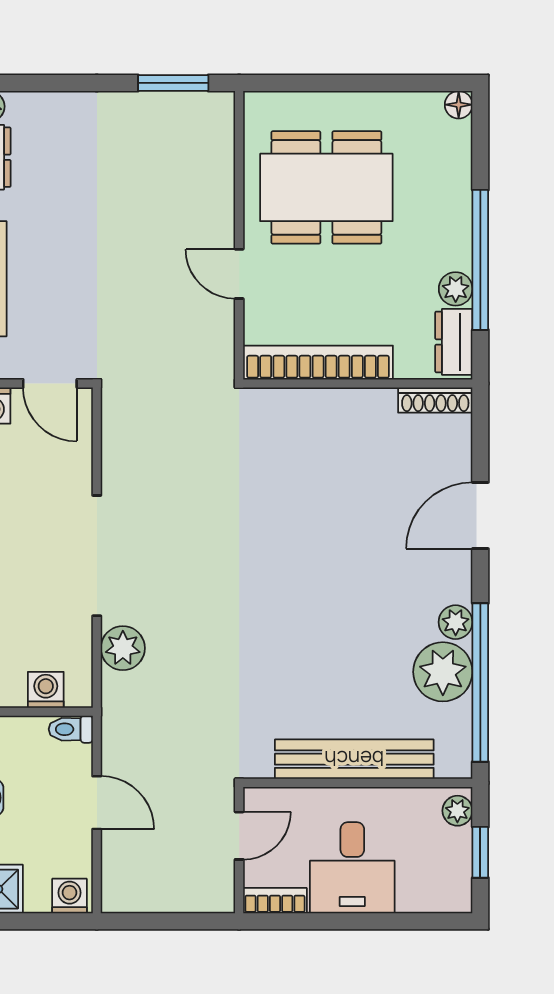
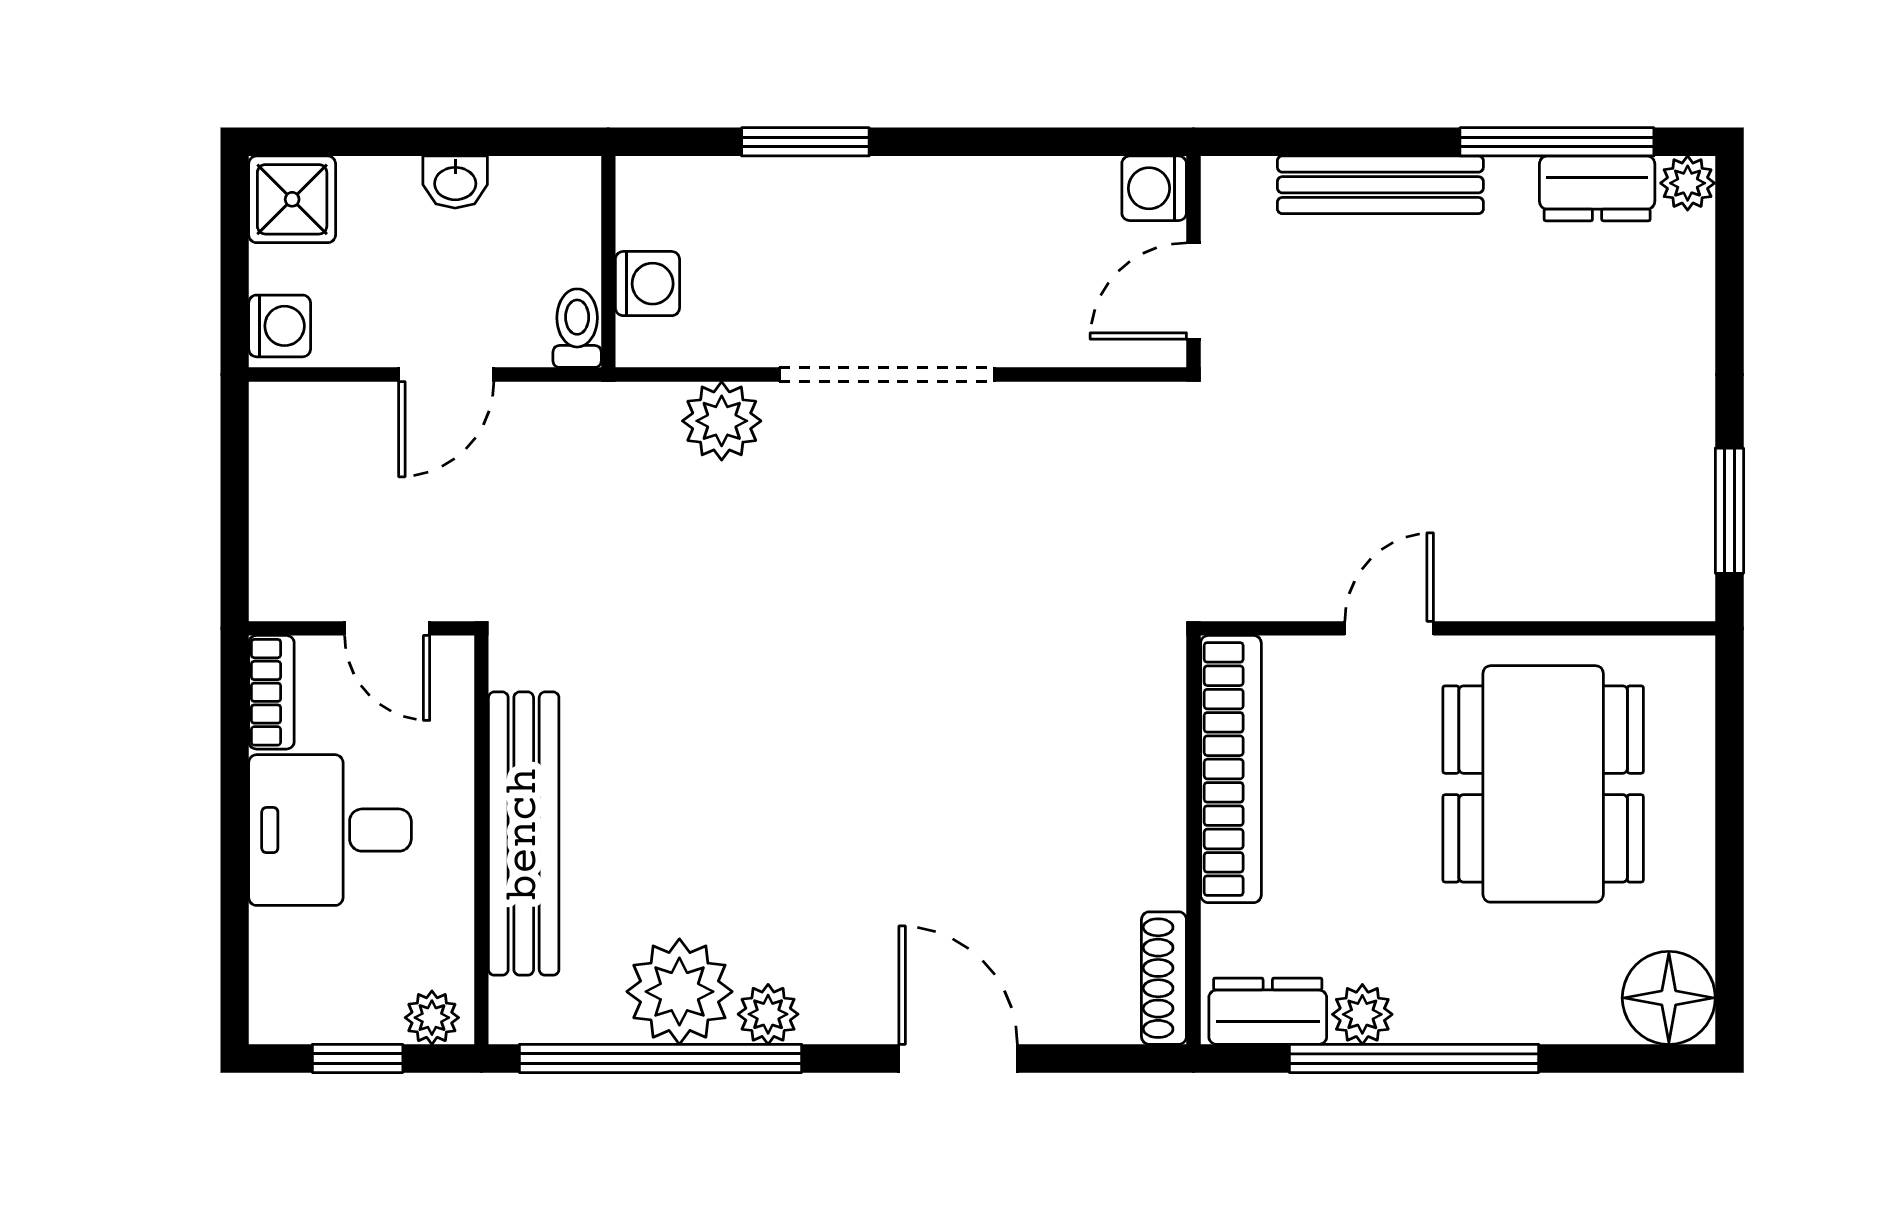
floor lamp: (459, 105) -> (1669, 998), width x1.89, depth x1.89

